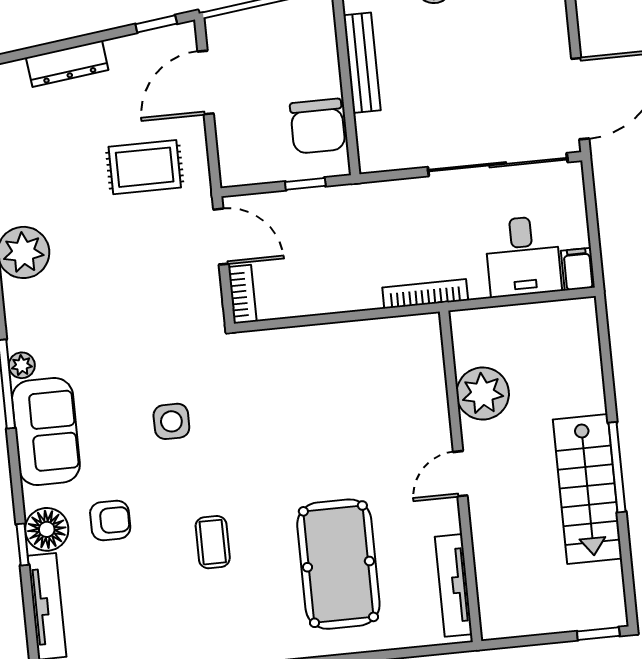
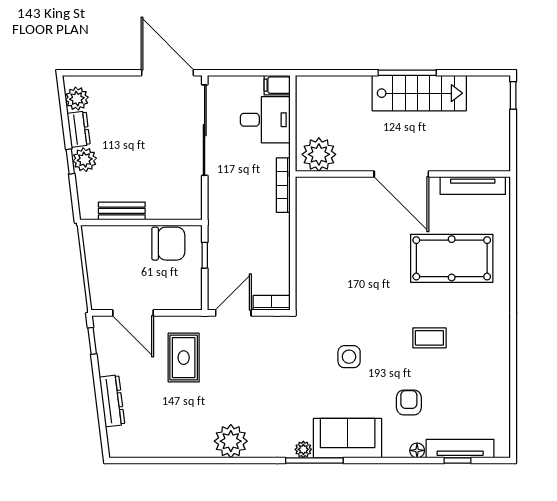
bench: (362, 63) -> (122, 211), width x0.73
plant: (483, 393) -> (319, 154), moved
door: (460, 474) -> (401, 174), width x1.87
floor lamp: (47, 529) -> (417, 450), width x0.53, depth x0.53
window: (23, 545) -> (458, 460), moved

